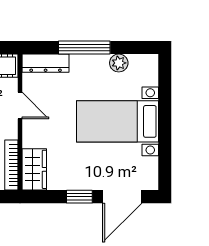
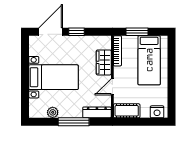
door: (20, 106) -> (112, 87), hinge flipped
wardrobe: (34, 169) -> (104, 62), moved

